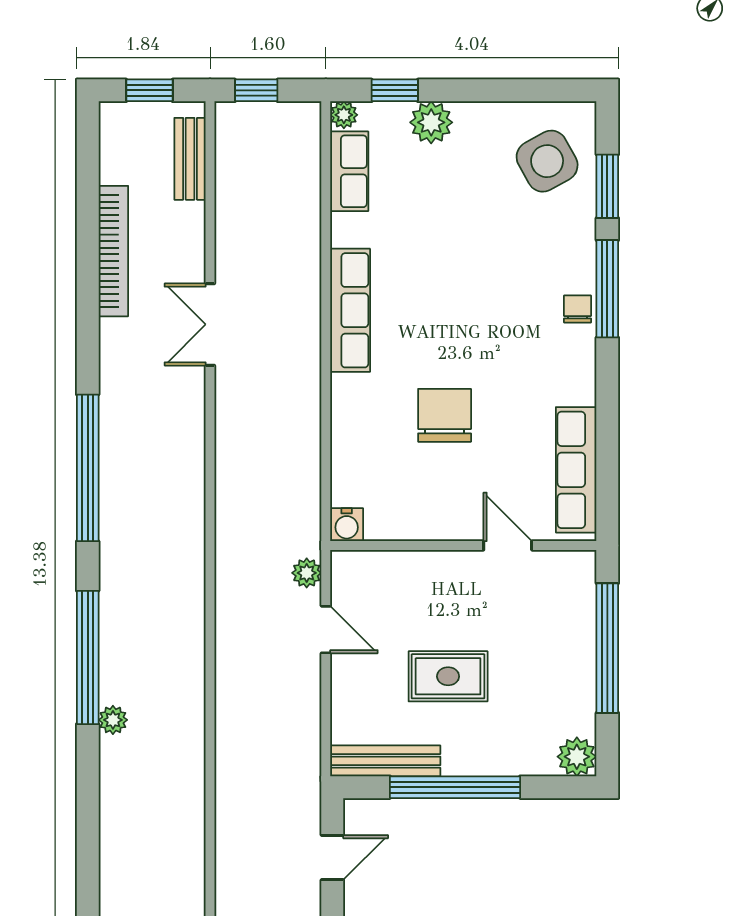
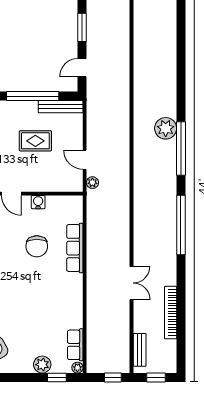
row of seats: (350, 310) -> (75, 248), moved
water cooler: (347, 525) -> (38, 202), moved
plant: (113, 720) -> (166, 128), width x1.88, depth x1.88

